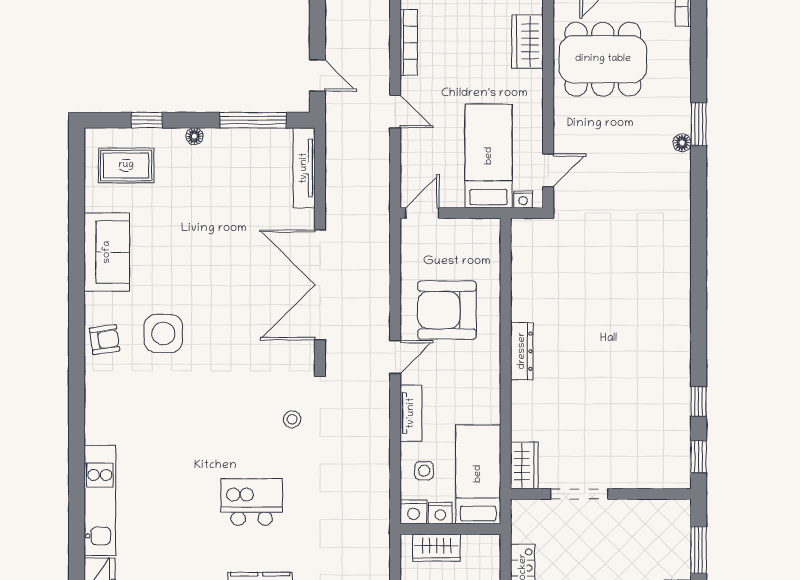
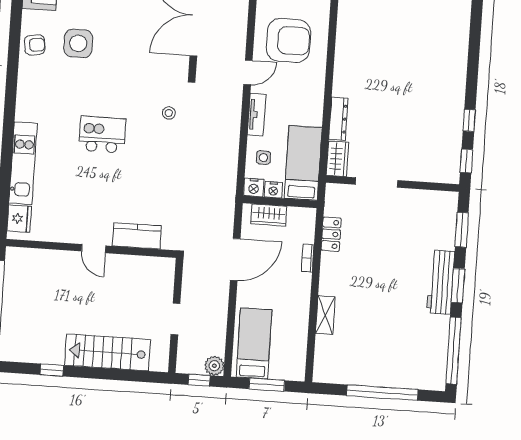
armchair: (447, 310) -> (288, 40), turned 180
dresser: (522, 351) -> (338, 119), moved
kitchen island: (252, 502) -> (102, 135), moved

